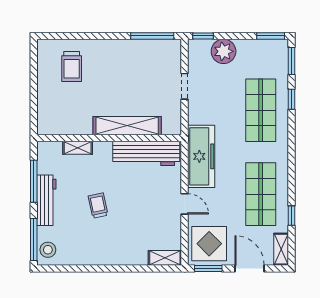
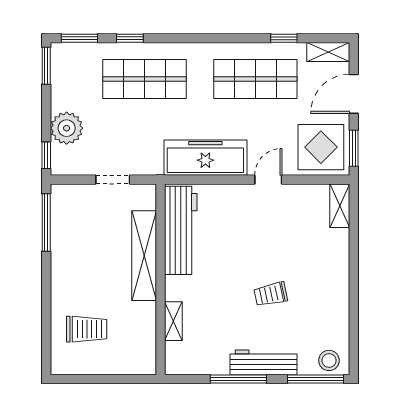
shelving: (127, 126) -> (144, 256), moved
wall: (109, 138) -> (160, 279), moved
shelving: (78, 148) -> (173, 321), moved
workbench: (146, 153) -> (181, 230), moved

